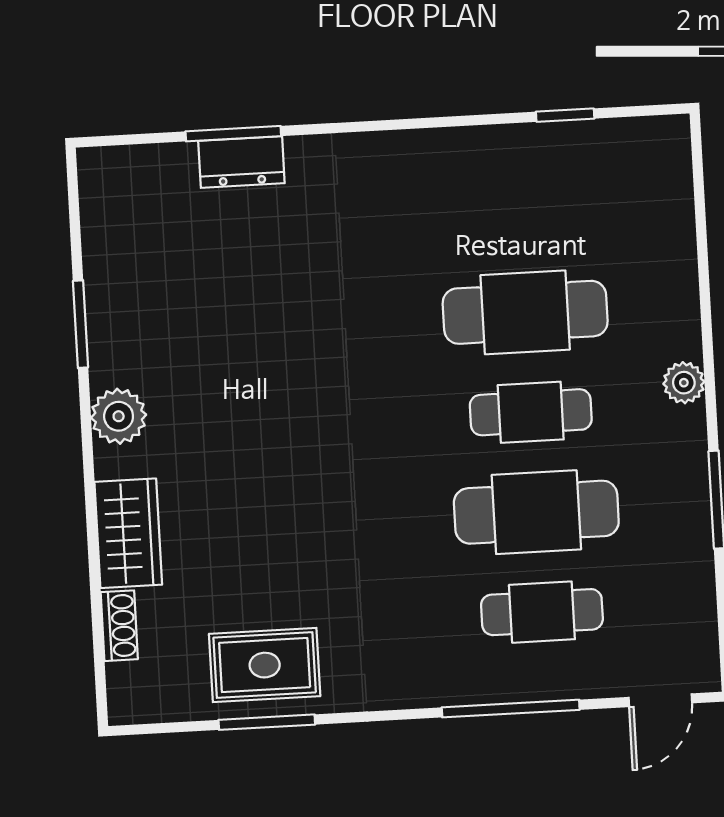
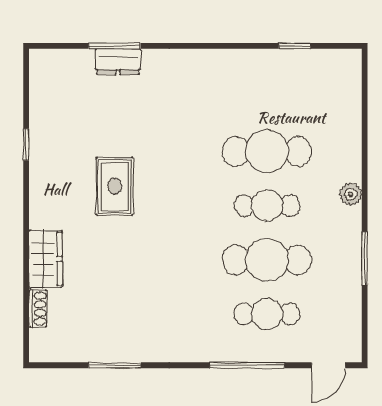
window: (81, 324) -> (26, 144), width x0.67
plant: (119, 416) -> (44, 195), removed
rug: (265, 665) -> (115, 186), moved, turned 90

